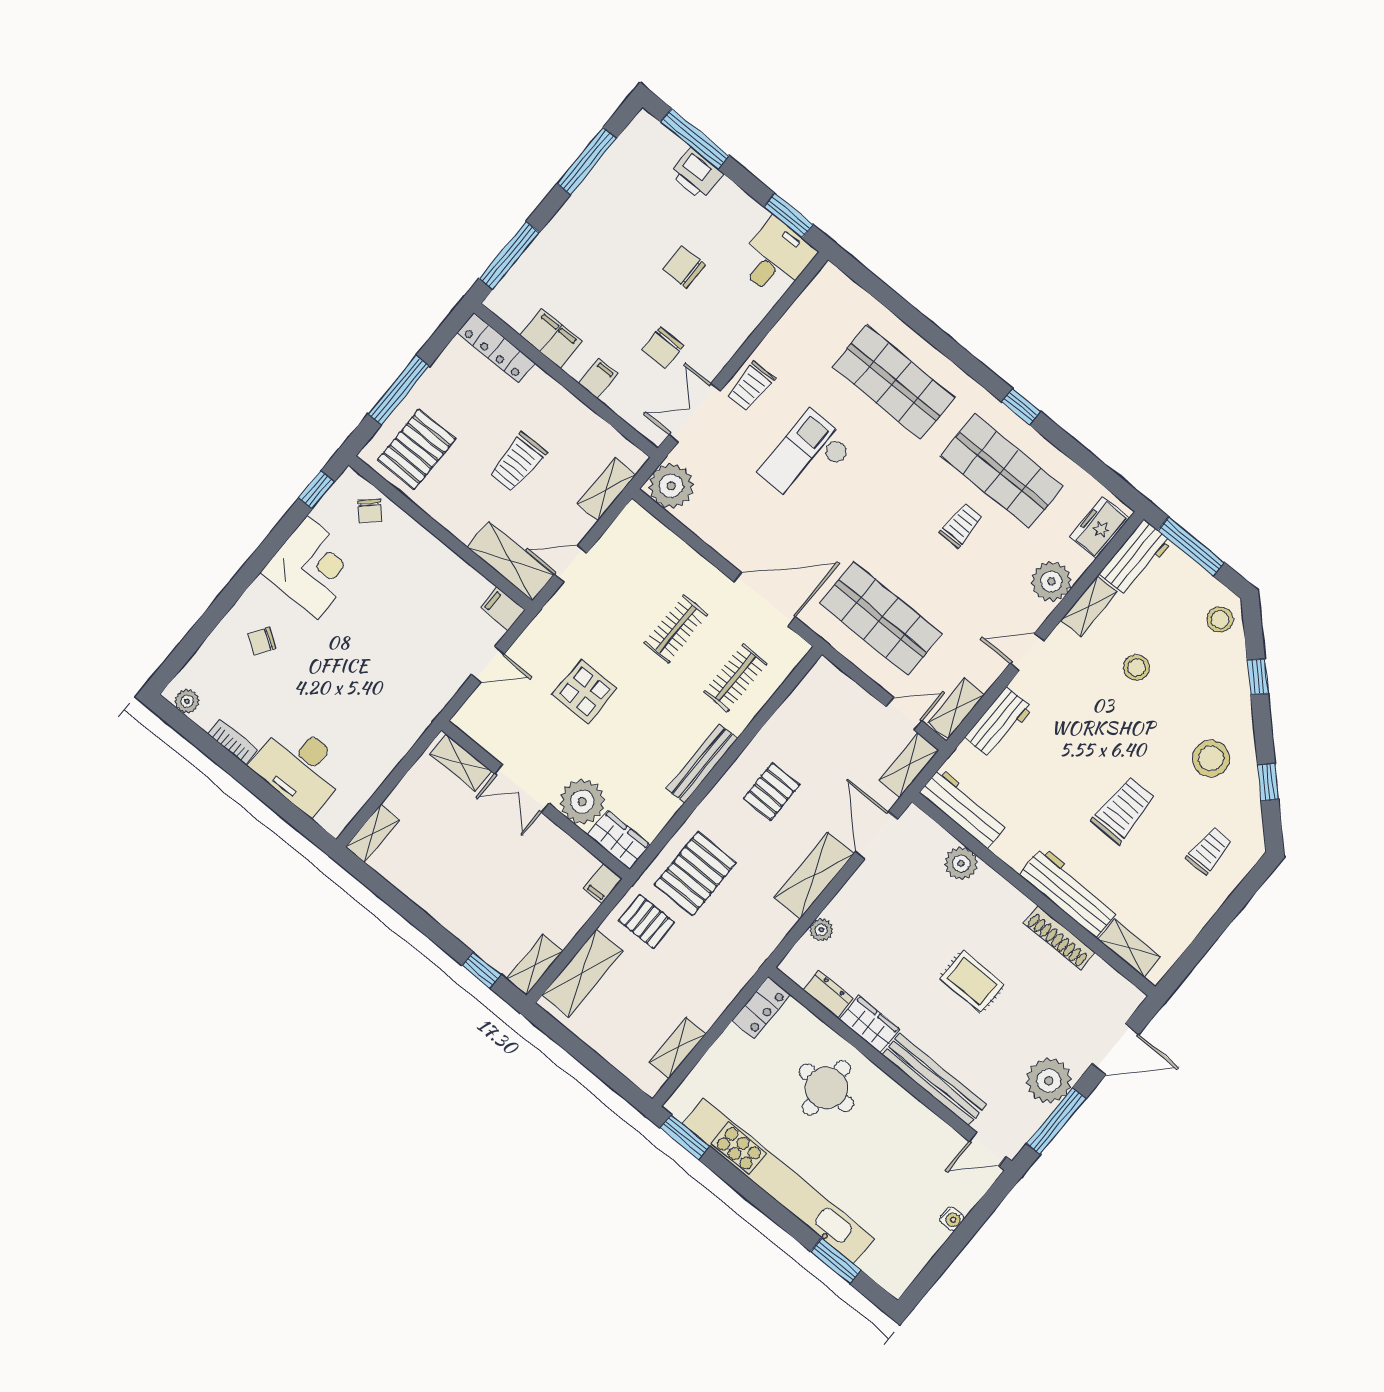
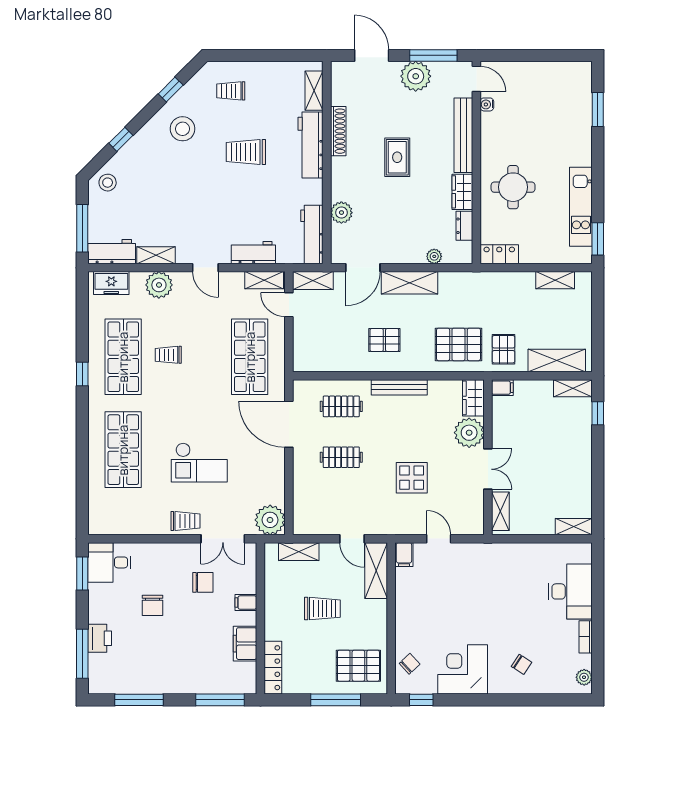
stool: (1136, 667) -> (167, 205), removed
kitchen unit: (778, 1181) -> (581, 207), width x0.54
water cooler: (952, 1219) -> (487, 104), moved, turned -90

